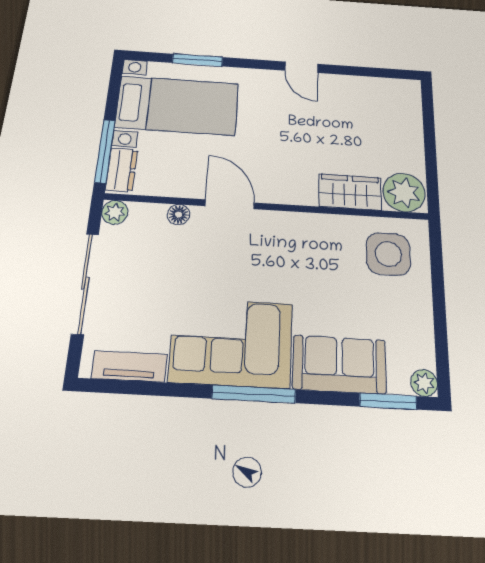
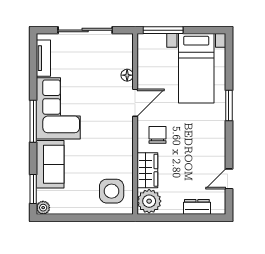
window: (197, 60) -> (229, 105), moved
door: (301, 67) -> (229, 179), moved
dresser: (122, 170) -> (197, 207), moved, turned 180
chair: (288, 172) -> (157, 135), added
plant: (115, 212) -> (126, 40), removed

